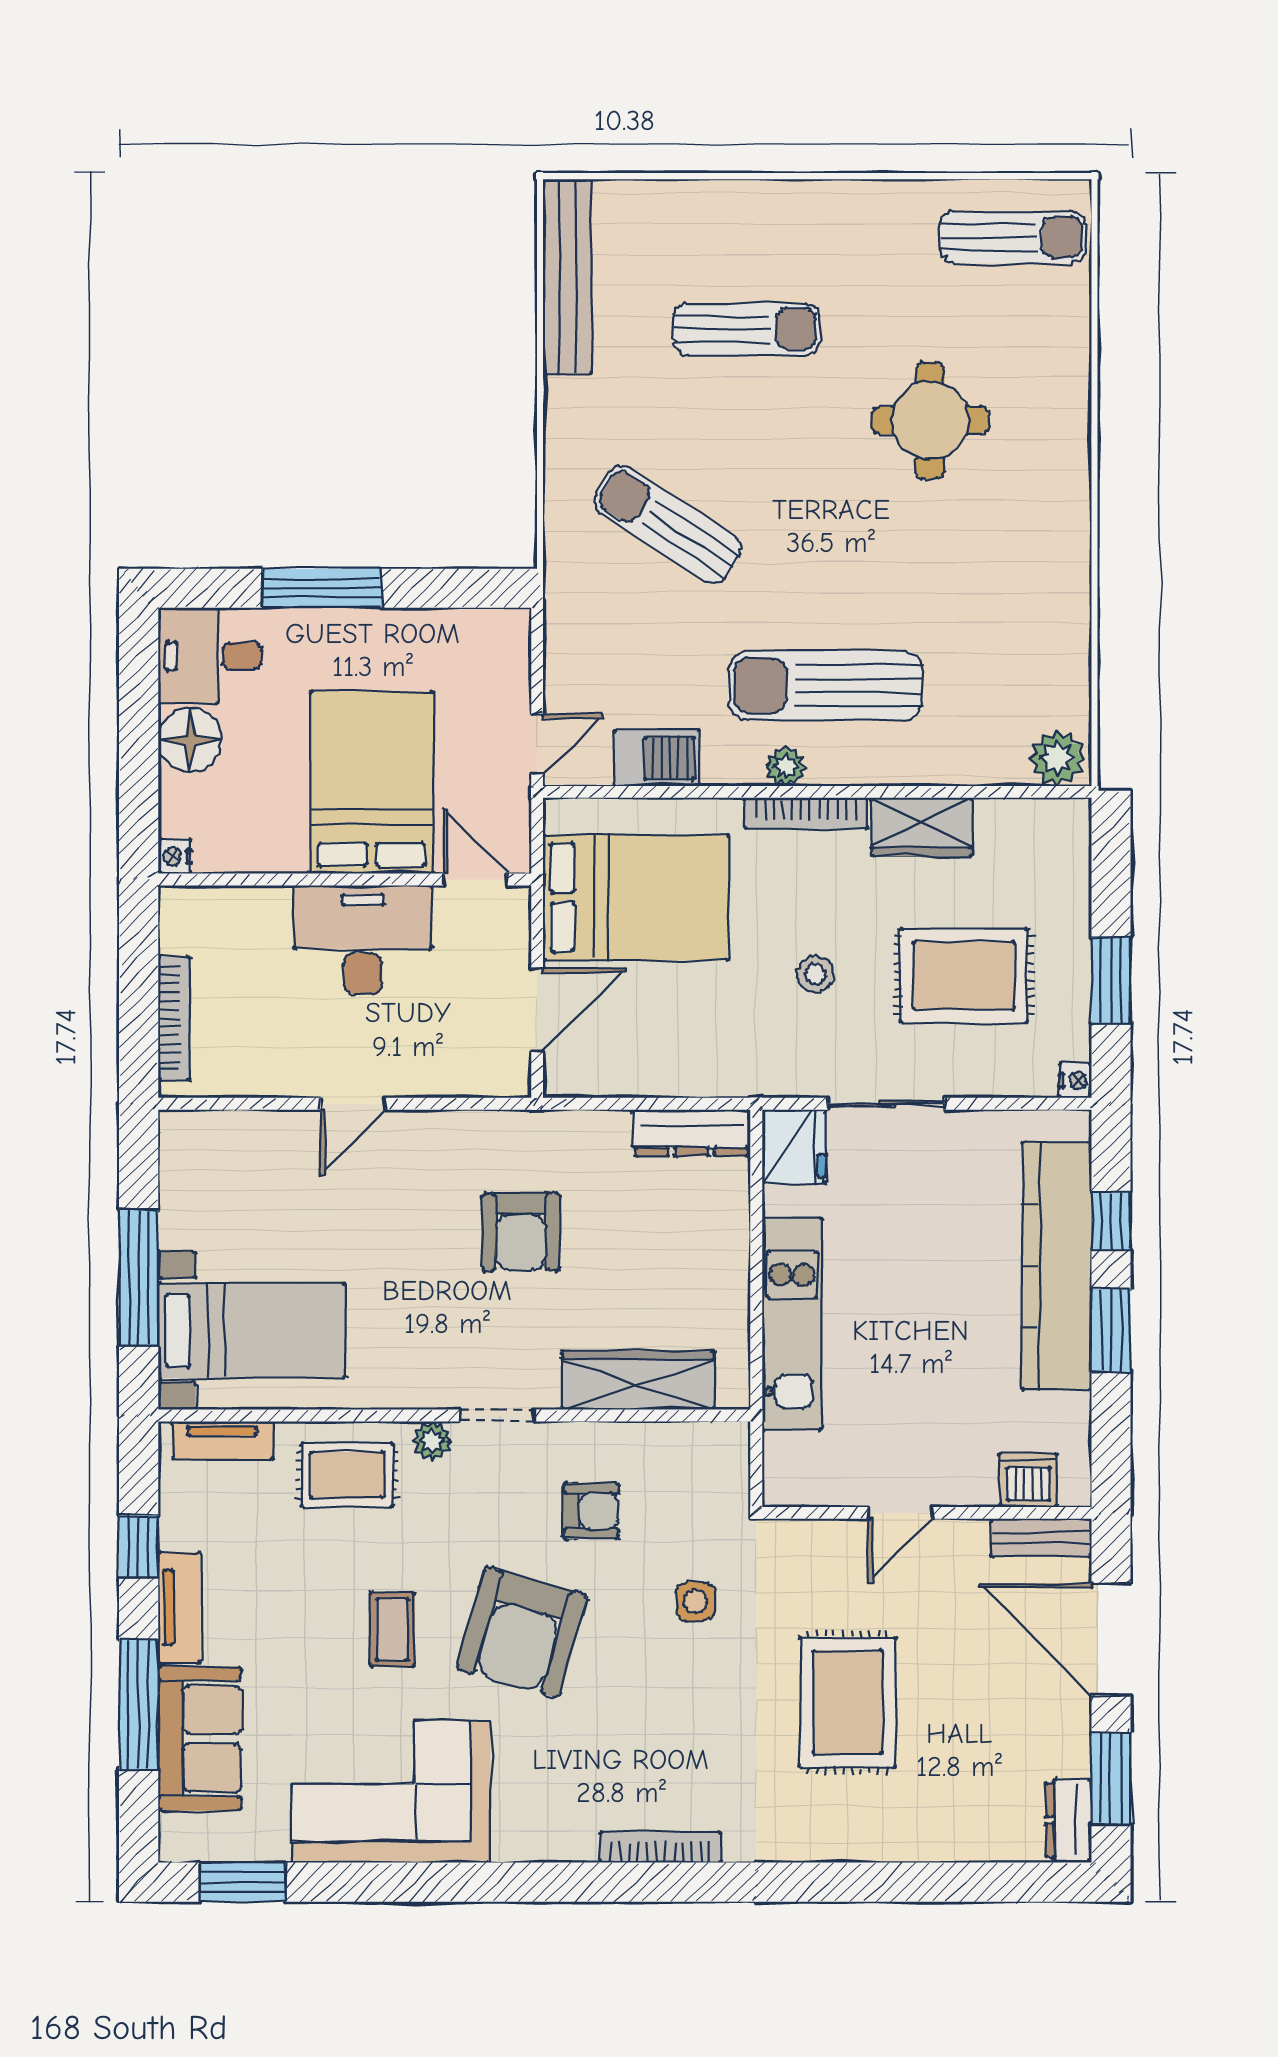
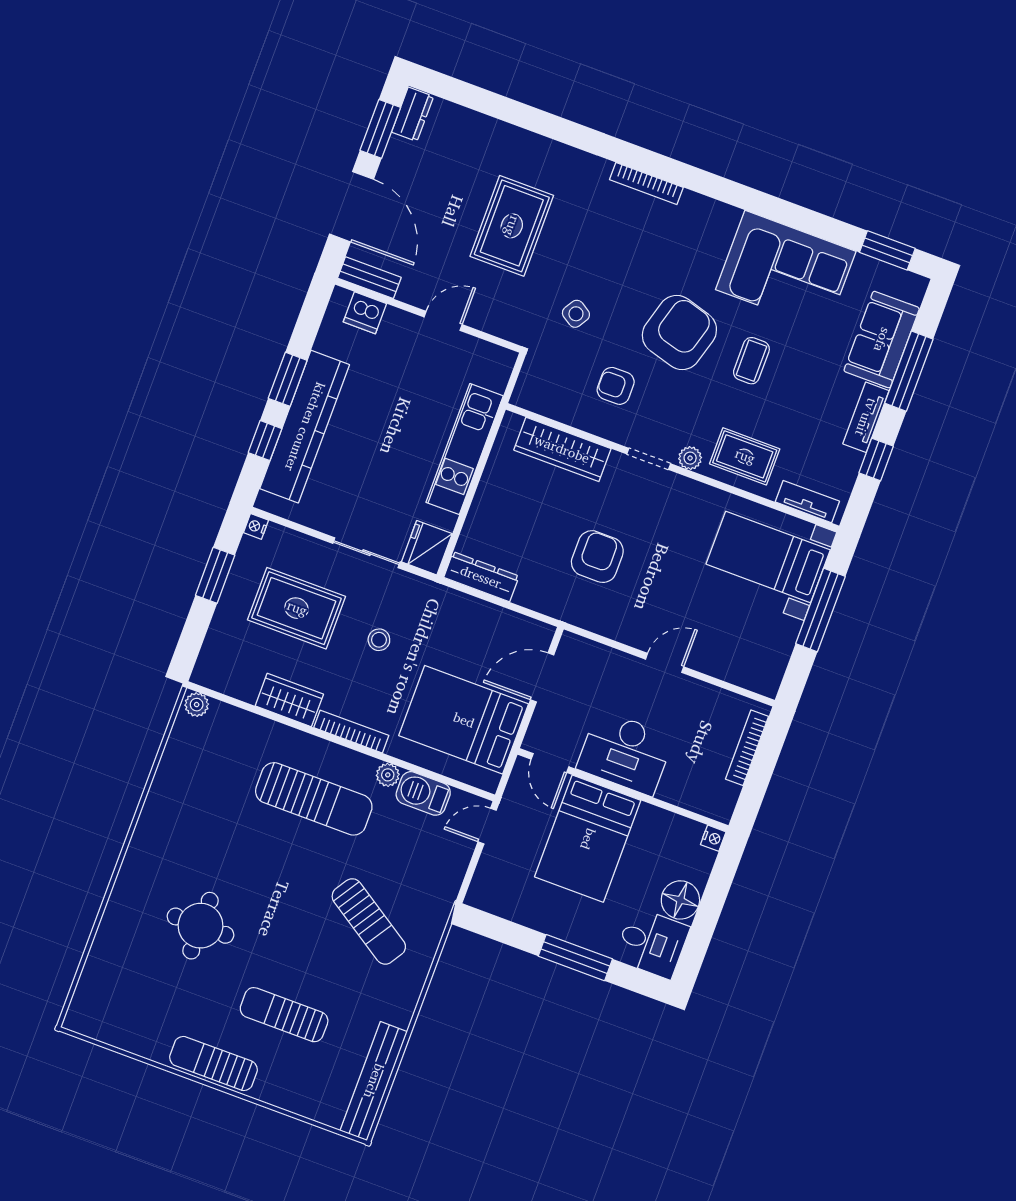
sun lounger: (1013, 237) -> (214, 1063), moved
plant: (1057, 758) -> (197, 705), width x0.73, depth x0.73
plant: (786, 766) -> (388, 775), moved
side table: (696, 1601) -> (576, 314), turned 32

